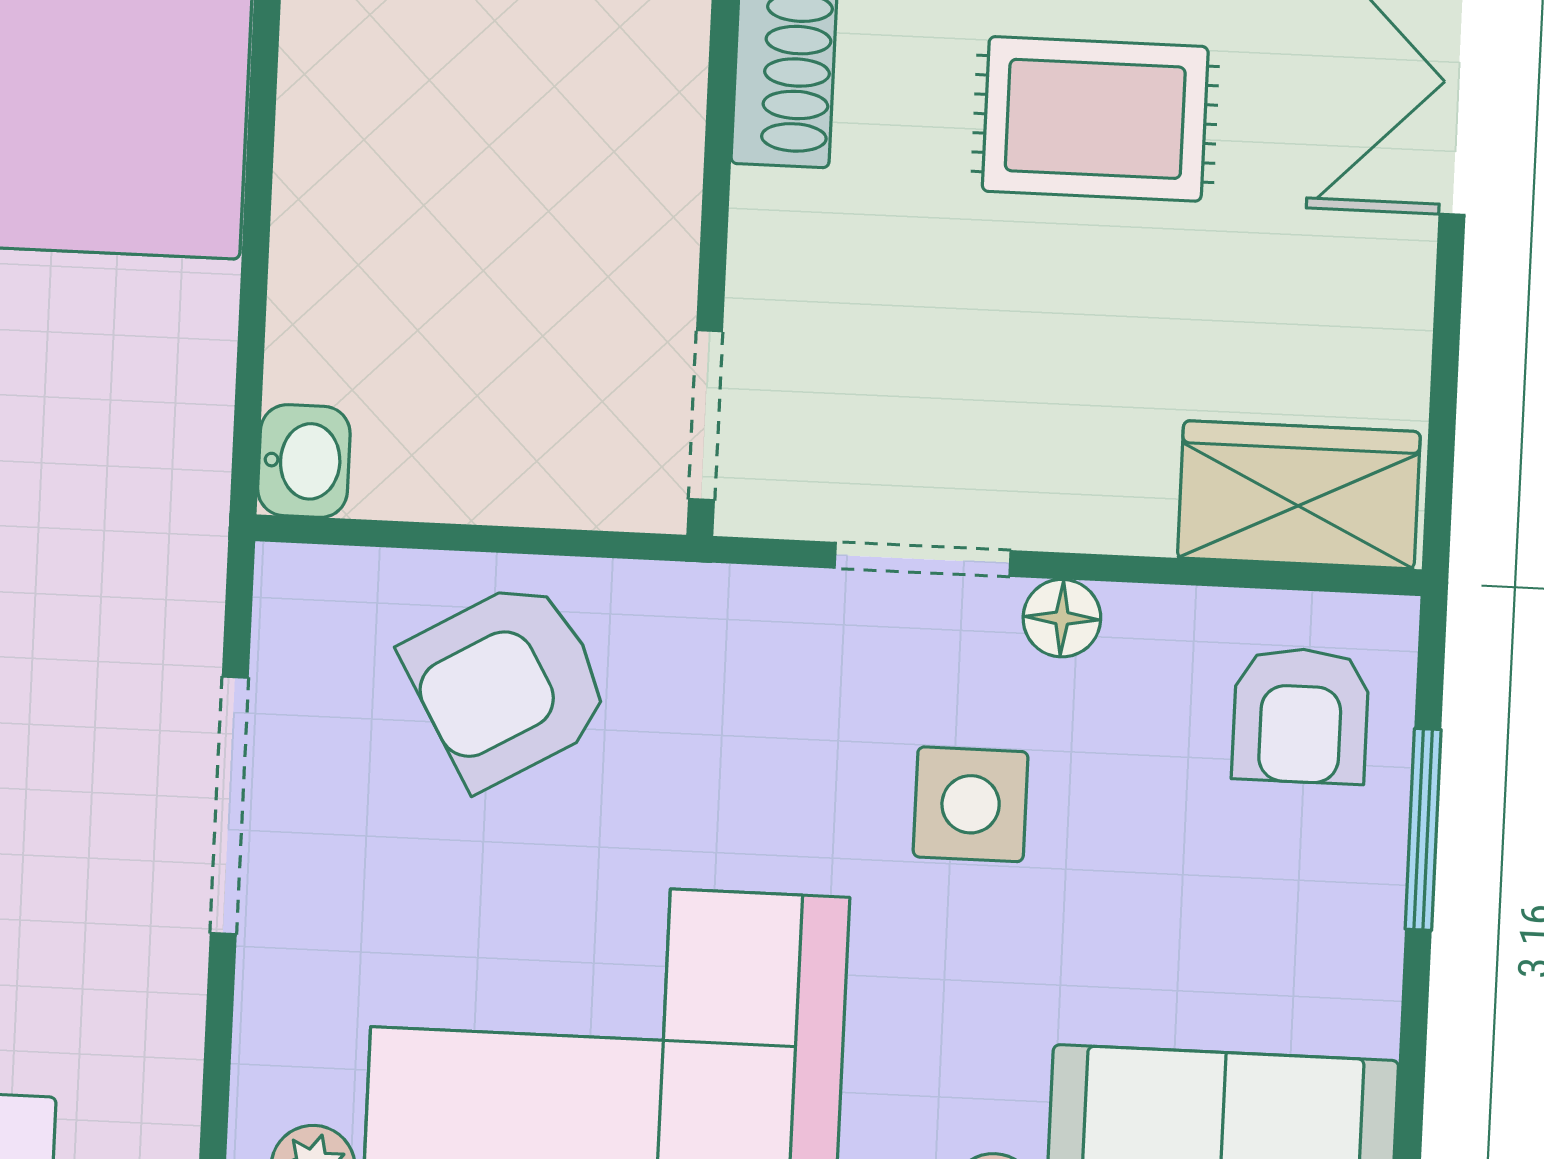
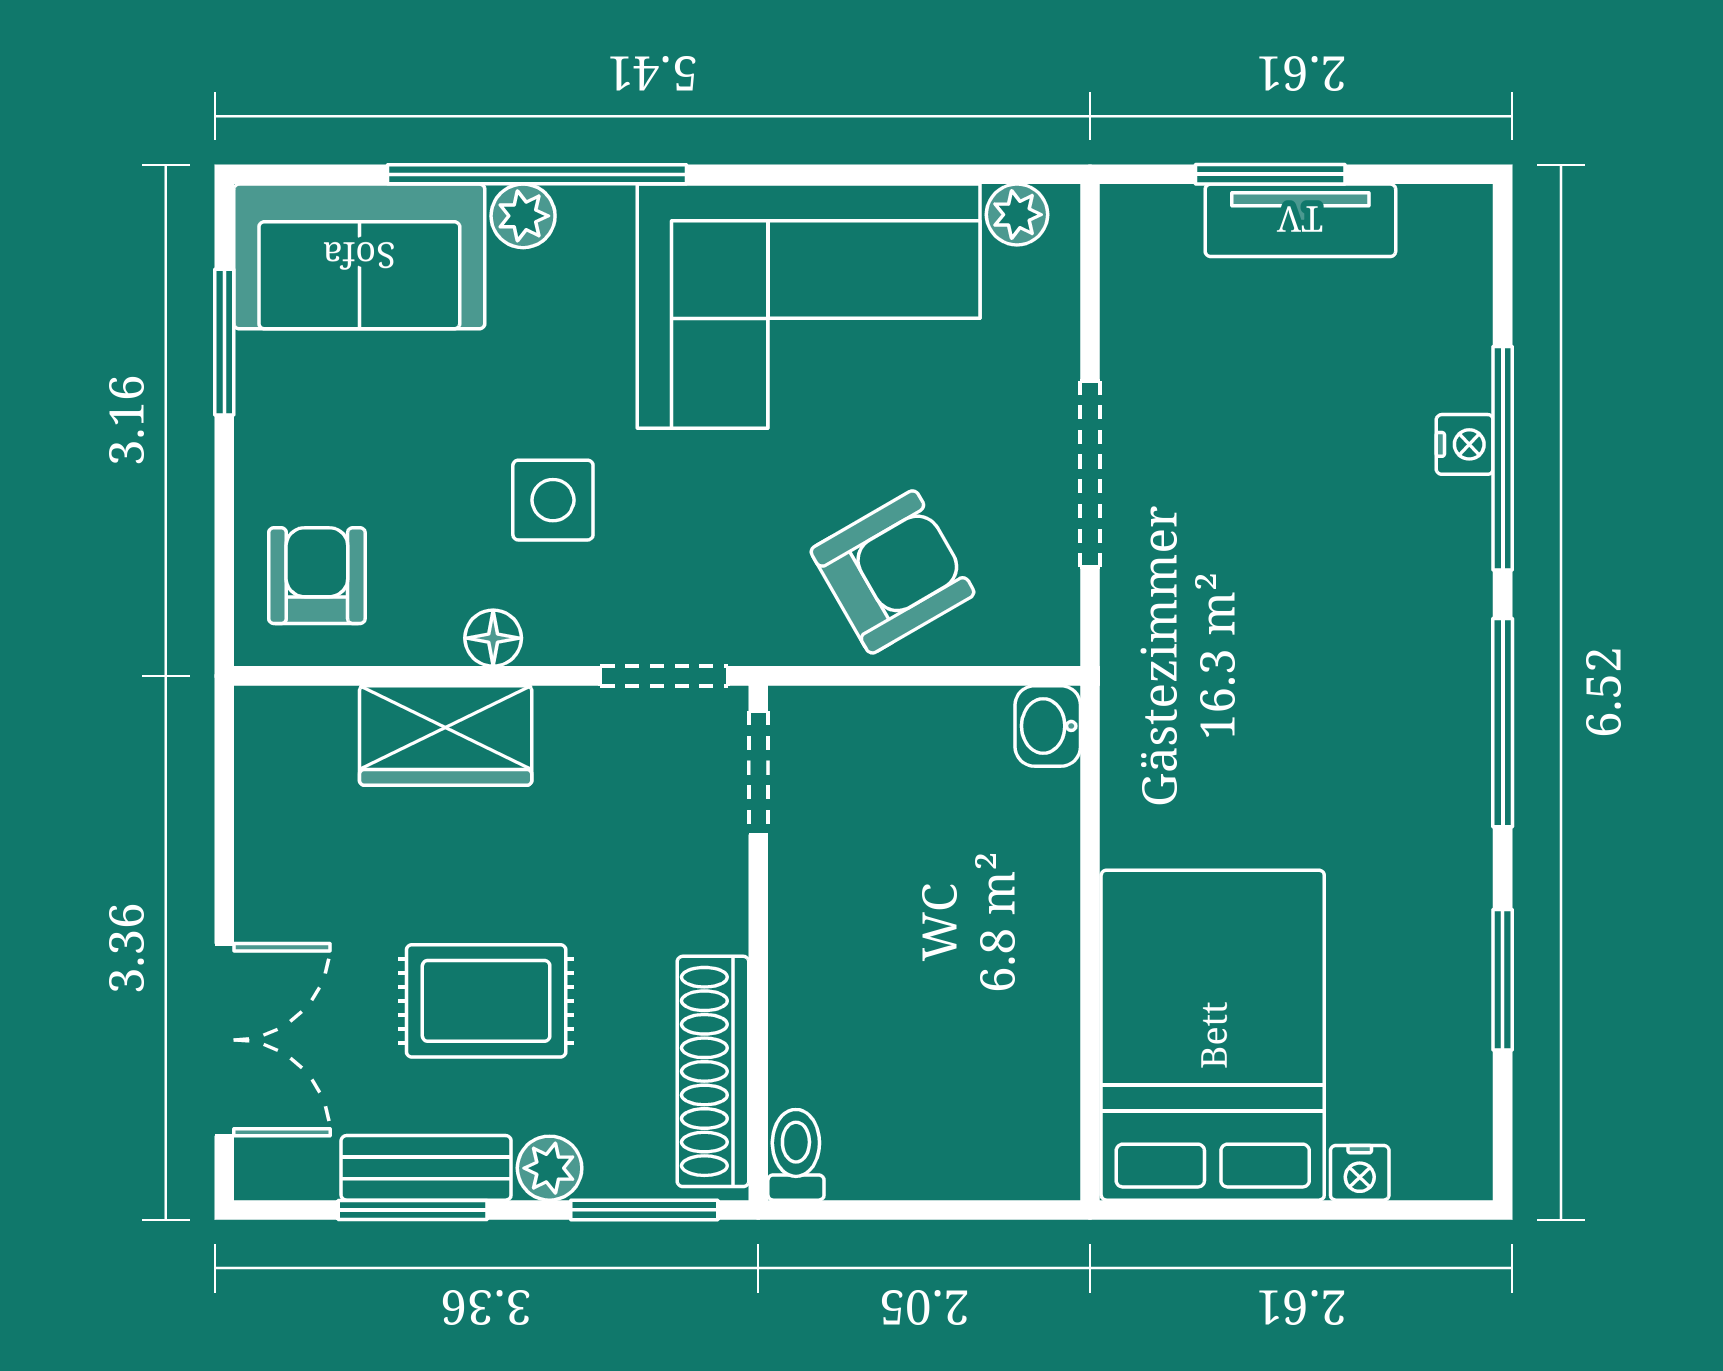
wardrobe: (1299, 495) -> (446, 735), moved
doorway: (923, 559) -> (664, 676), moved
window: (1423, 829) -> (224, 342), moved

